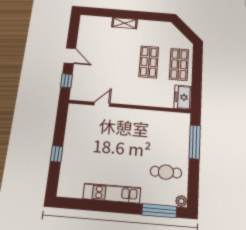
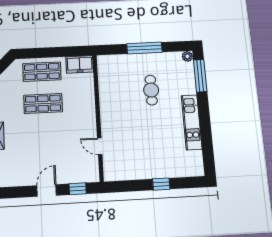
window: (195, 142) -> (144, 48), moved
cafe table: (166, 172) -> (151, 90), moved

